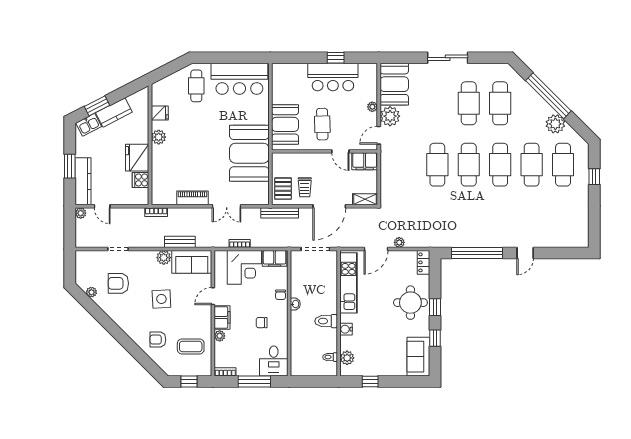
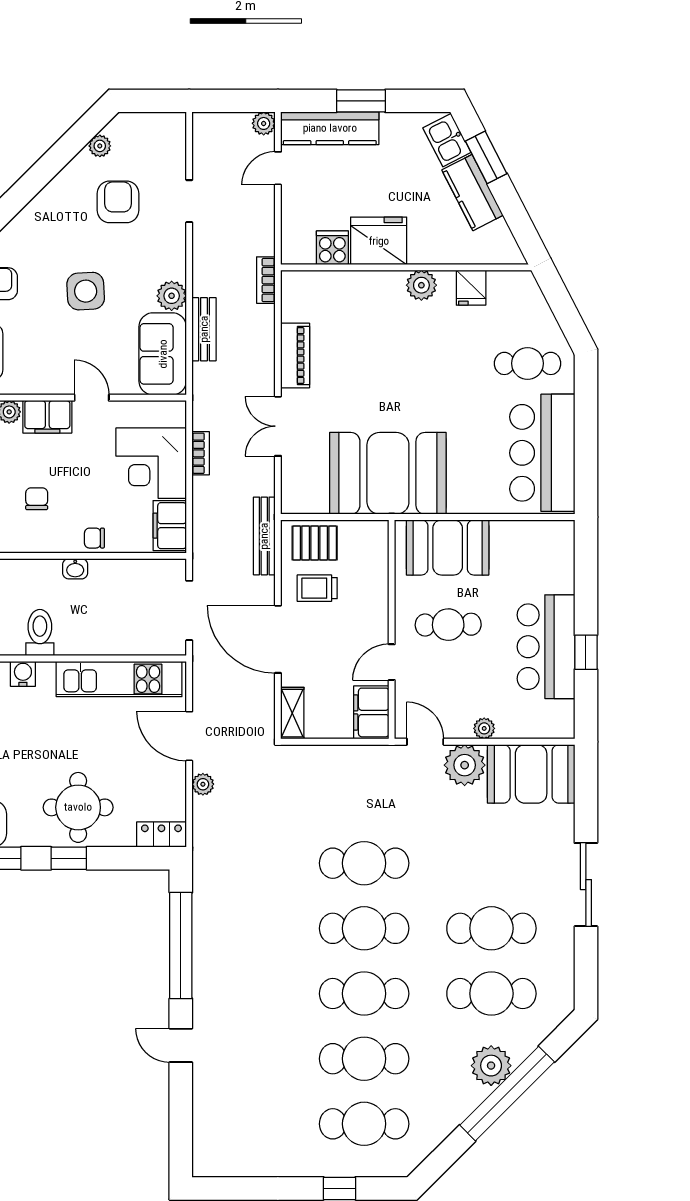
plant: (555, 124) -> (491, 1066), moved

